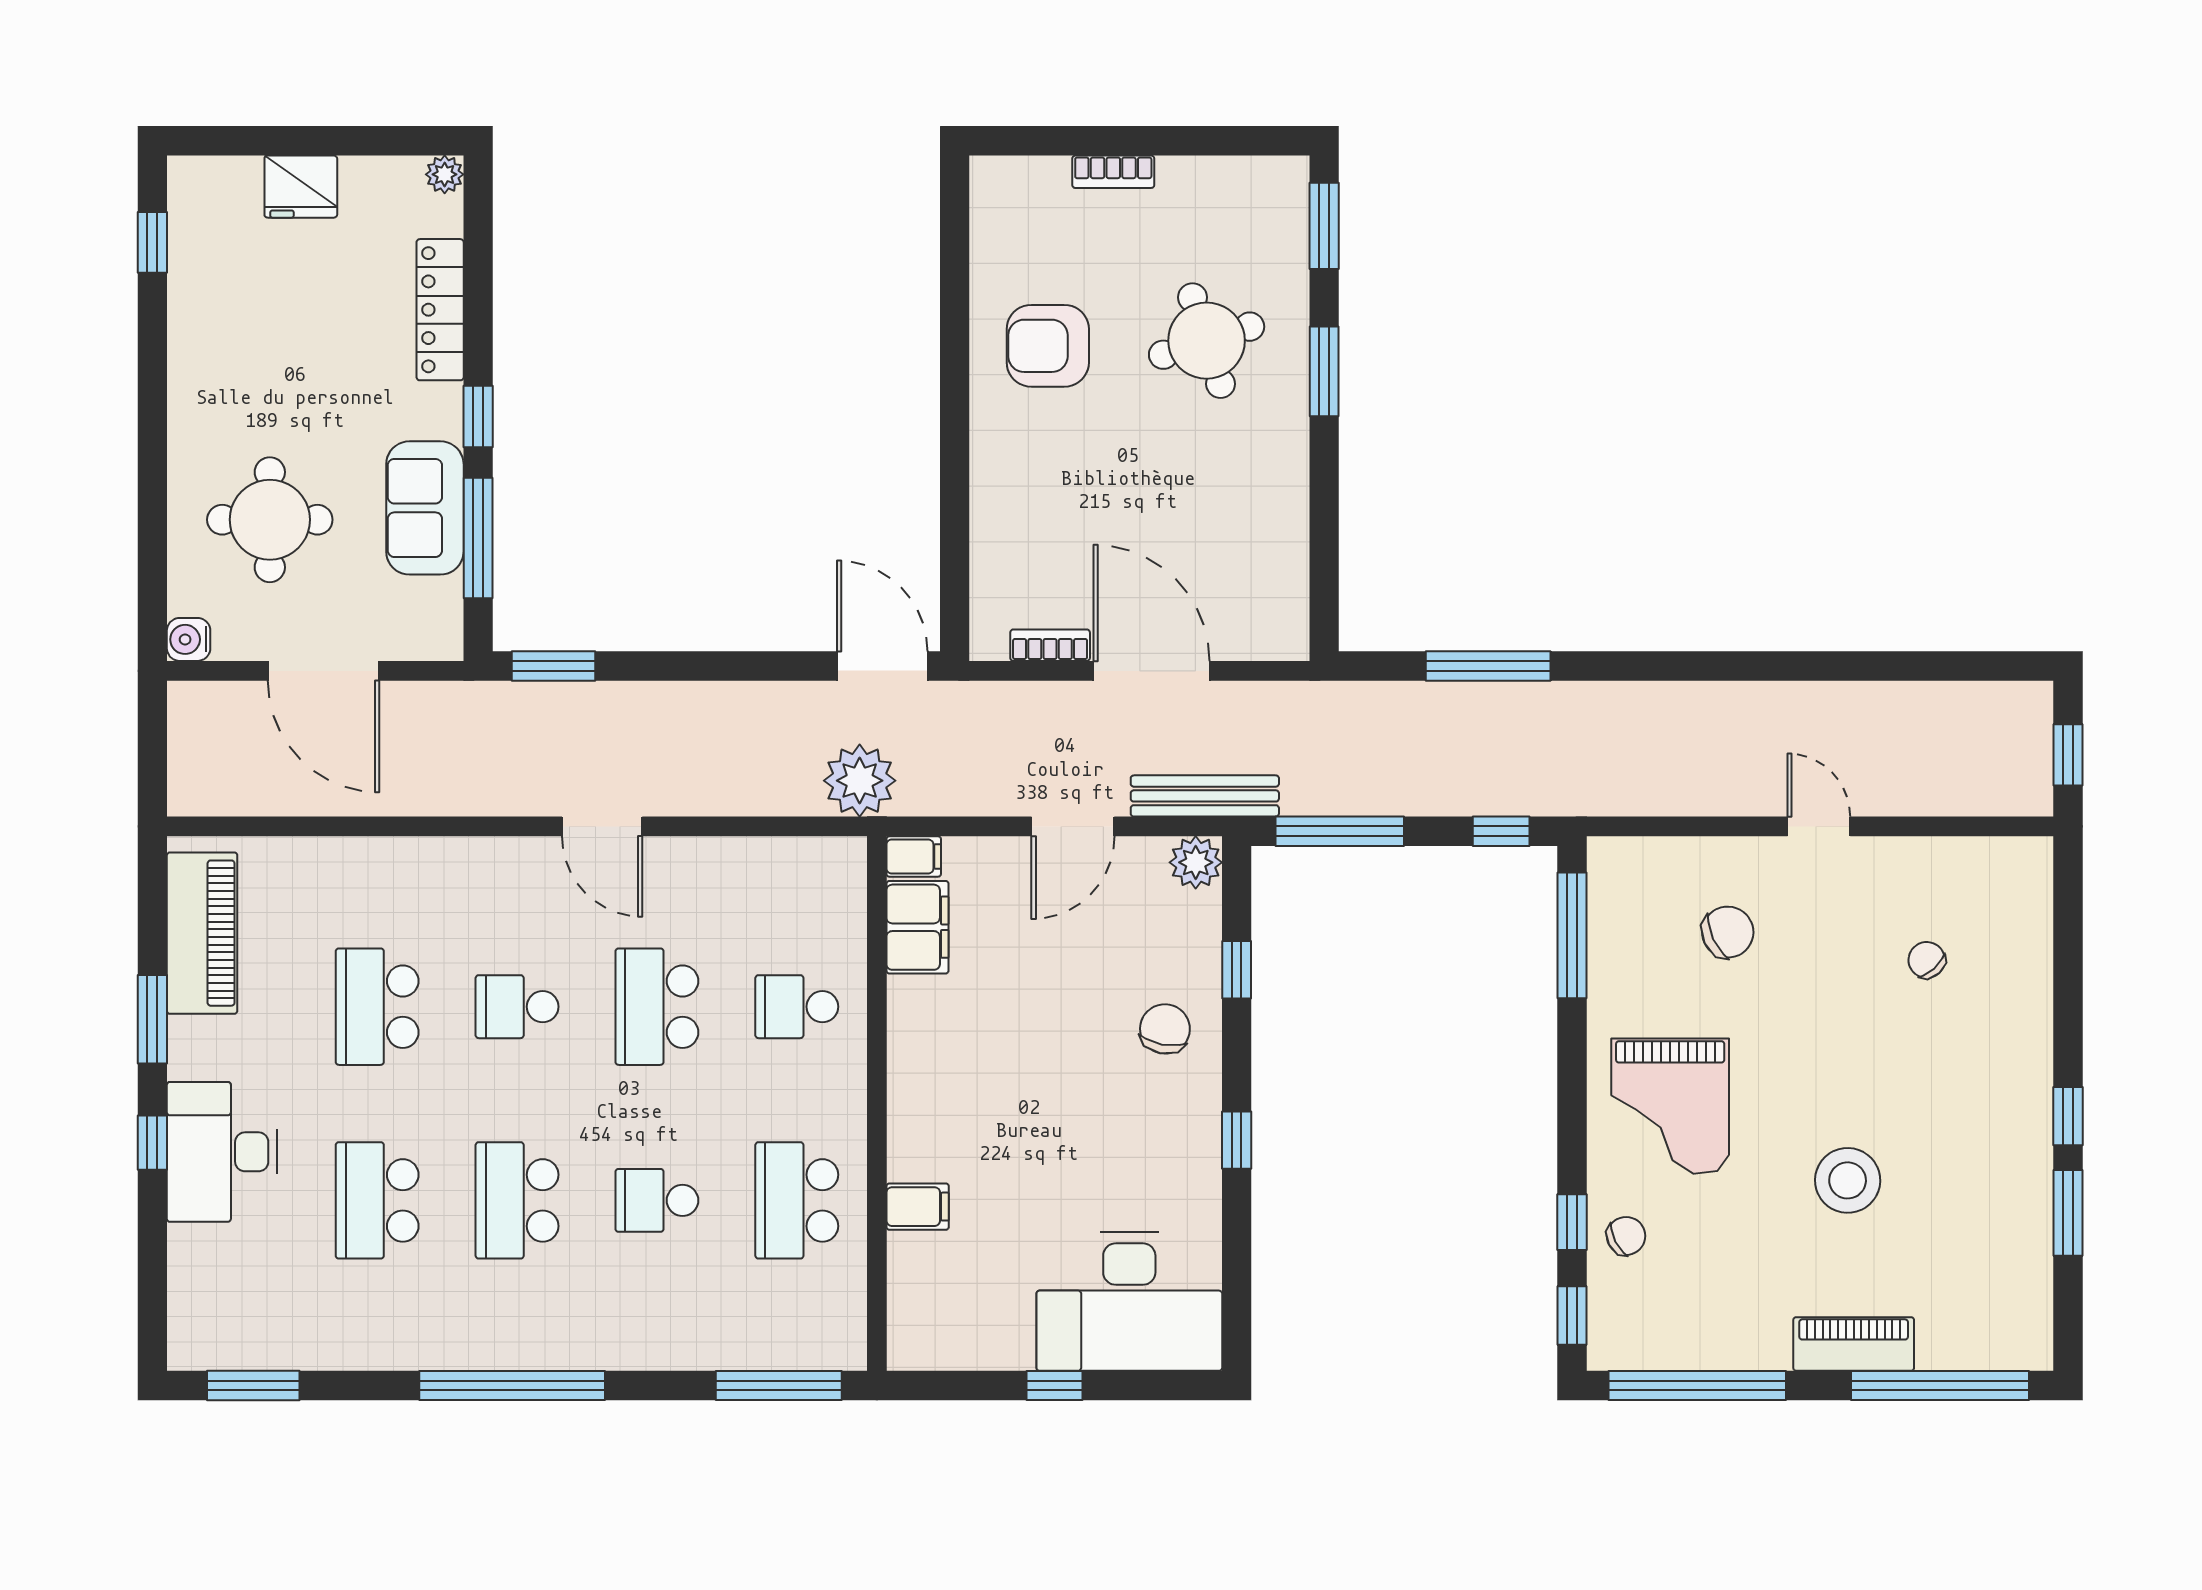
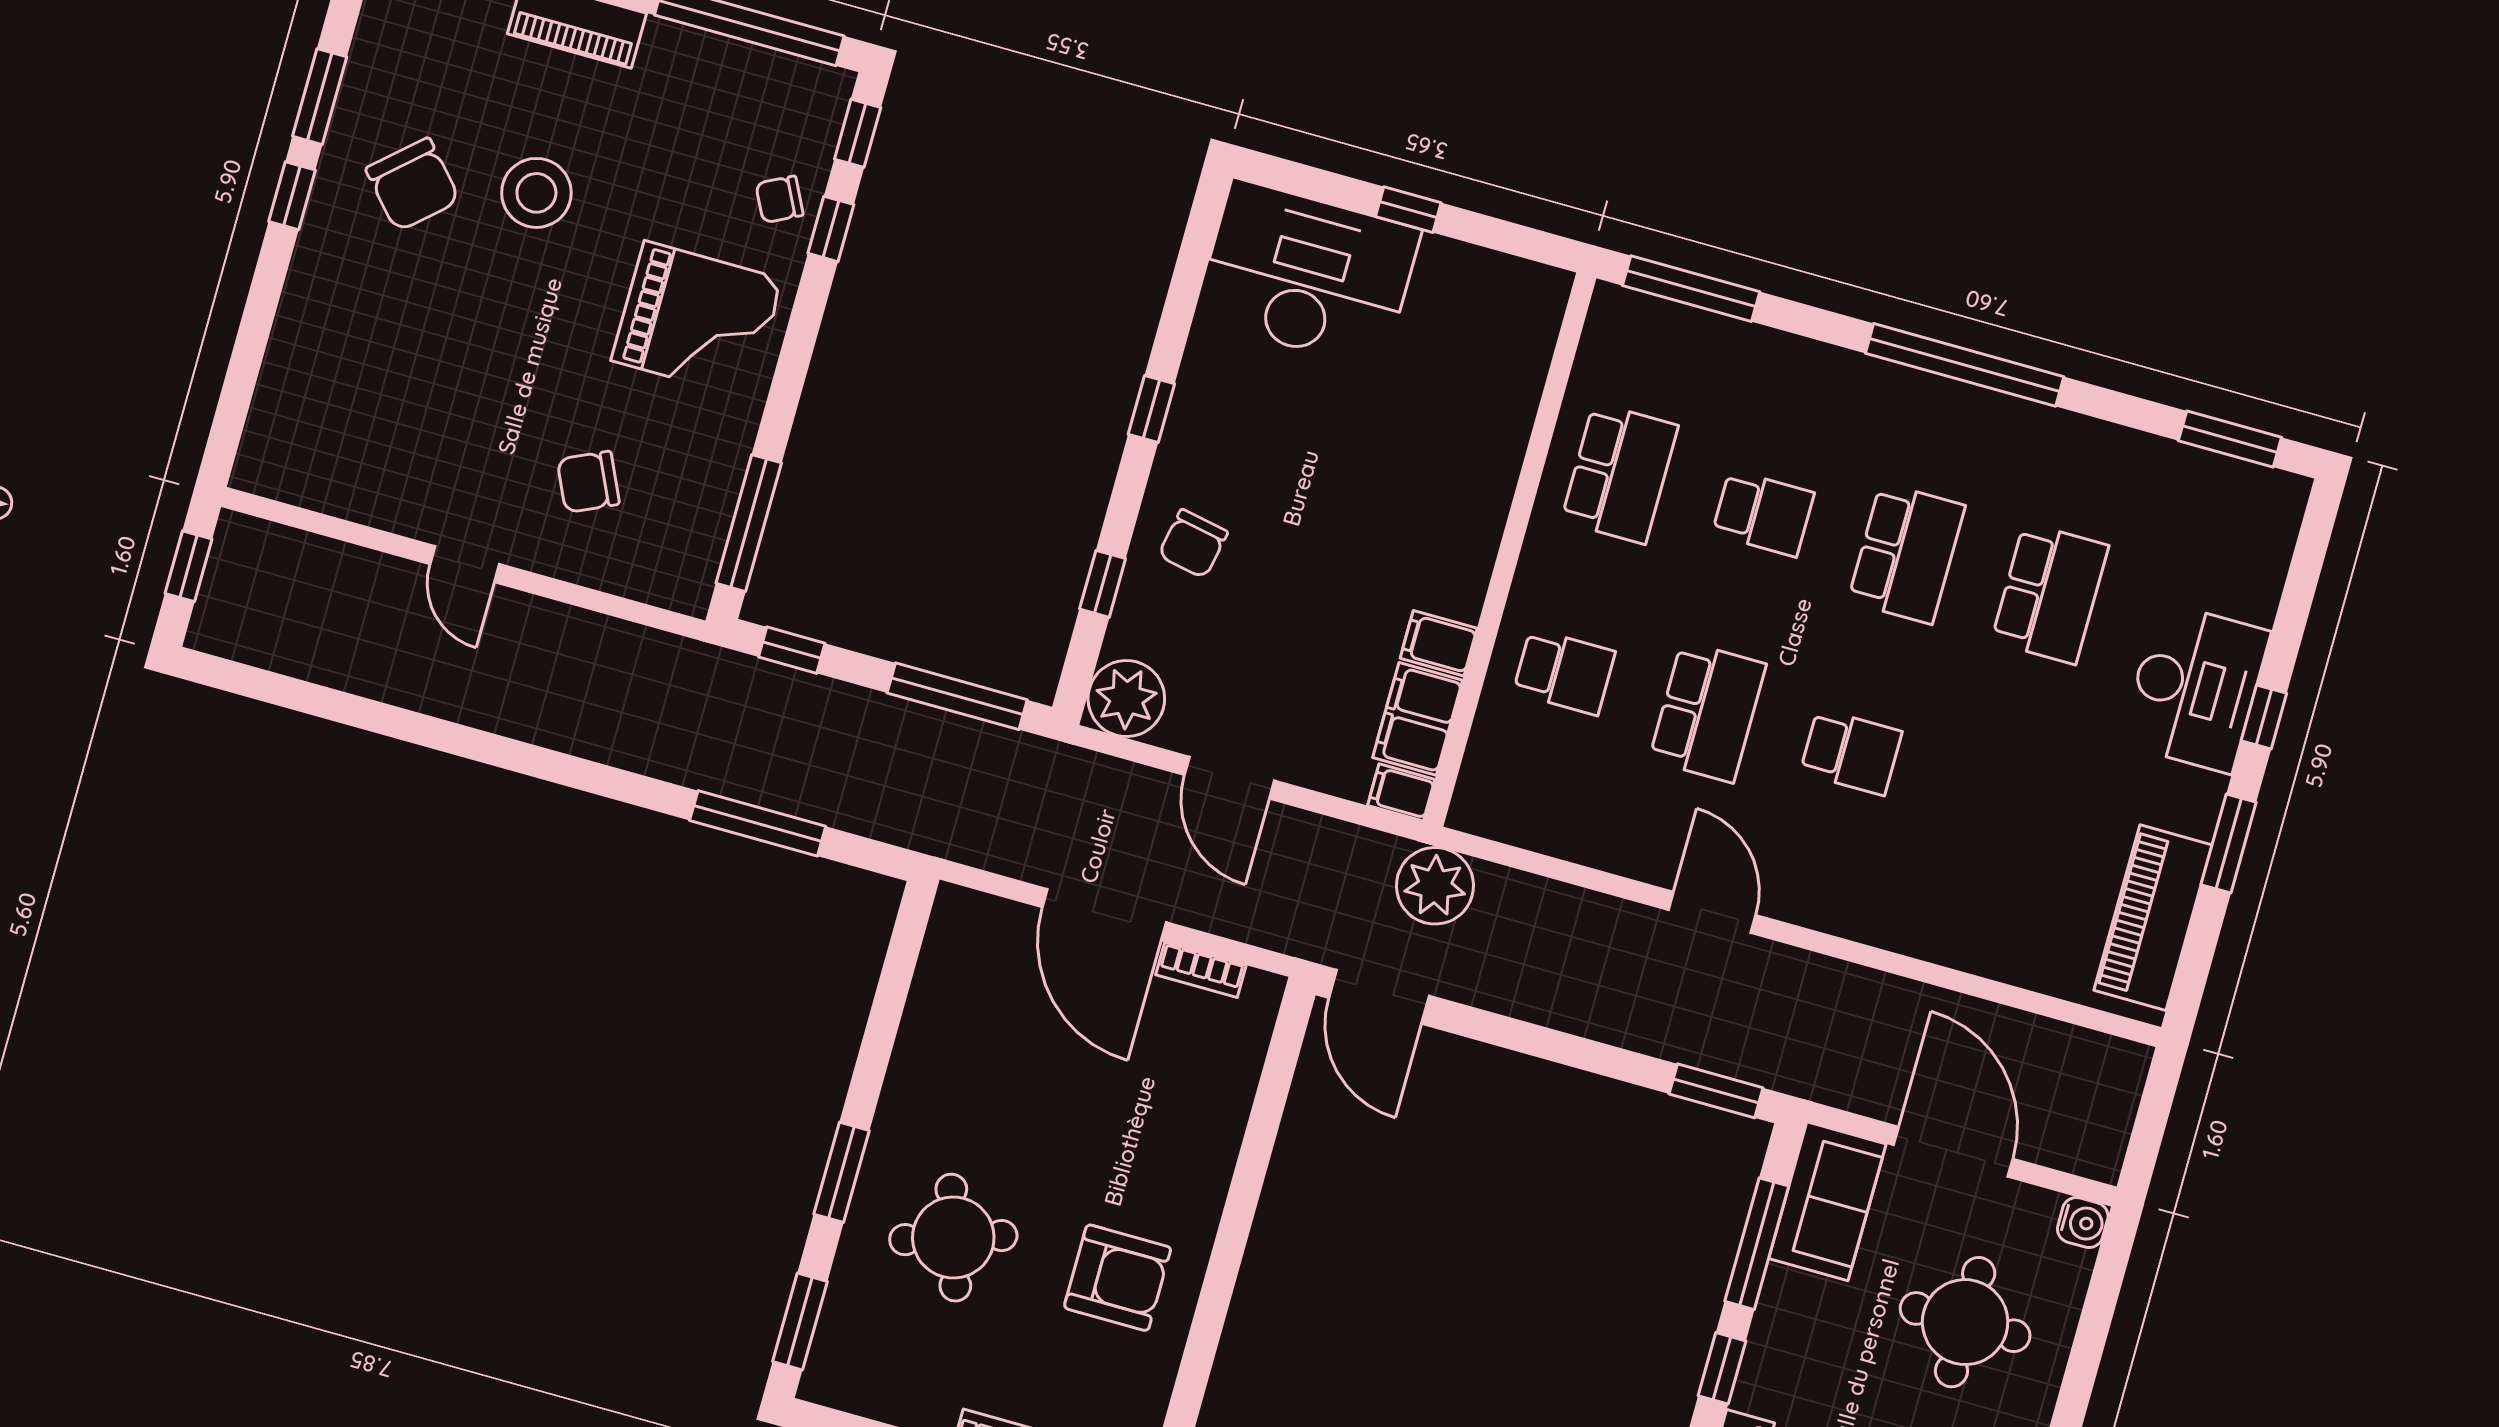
sofa: (425, 508) -> (1827, 1201), moved
bench: (1205, 796) -> (1085, 771), removed
door: (1073, 826) -> (1229, 778), swing flipped
plant: (1196, 862) -> (1126, 699), width x1.36, depth x1.36
chair: (1927, 960) -> (413, 185), moved, width x1.87, depth x1.87
school desk: (377, 1007) -> (1994, 792), removed
grand piano: (1670, 1106) -> (697, 320), turned 90
filing cabinet: (918, 1207) -> (1439, 643), moved

